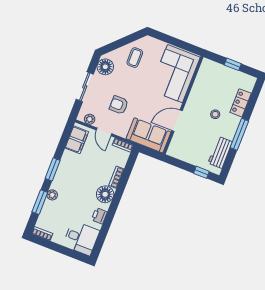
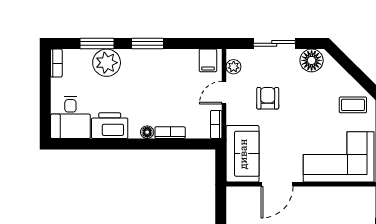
coffee table: (135, 58) -> (353, 105), moved
door: (177, 121) -> (277, 184), swing flipped
filing cabinet: (77, 140) -> (208, 60), width x0.50
floor lamp: (105, 194) -> (147, 132), width x0.53, depth x0.53
plant: (52, 195) -> (107, 63), width x1.88, depth x1.88
printer: (99, 216) -> (110, 126), width x1.87, depth x1.48

